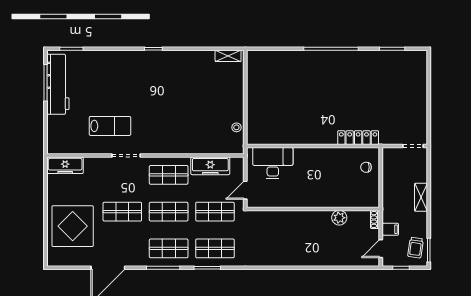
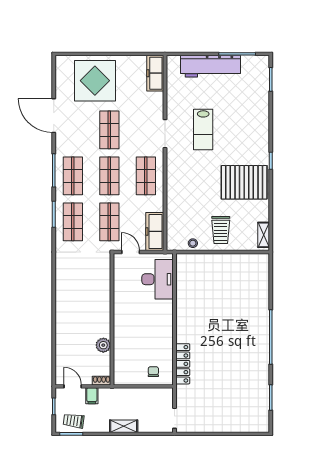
pallet: (175, 76) -> (244, 182), added
workbench: (58, 84) -> (211, 66), moved
trolley: (223, 99) -> (221, 230), added
lab bench: (110, 126) -> (203, 129), moved
freezer: (210, 166) -> (155, 231), moved

